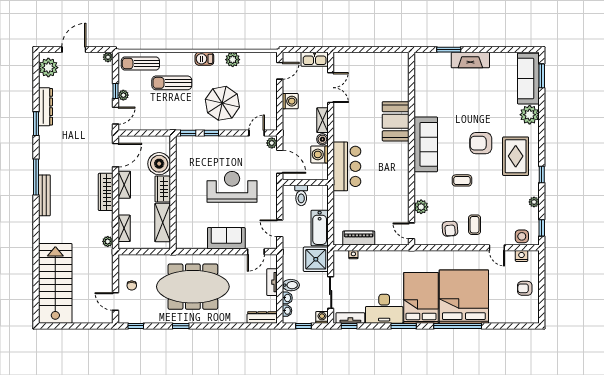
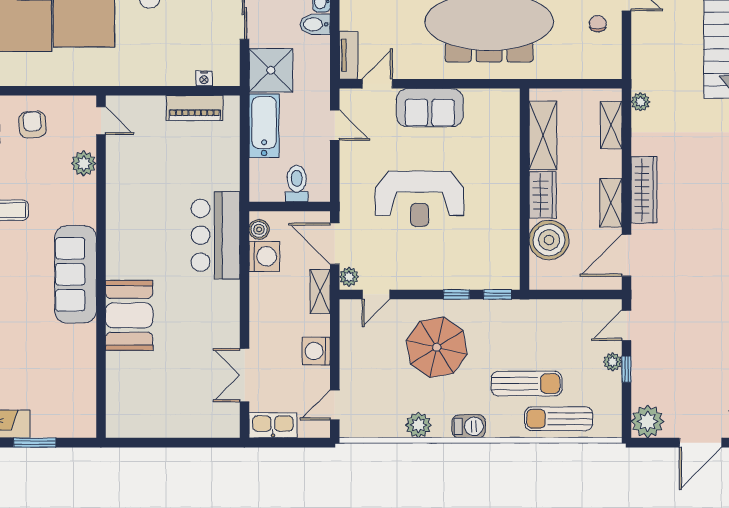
plant: (108, 57) -> (648, 421), width x1.88, depth x1.88
sun lounger: (140, 63) -> (559, 419), moved, turned 180
shelving: (322, 120) -> (320, 291), moved
boiler: (322, 139) -> (259, 229), moved
tv unit: (272, 282) -> (348, 55), moved

